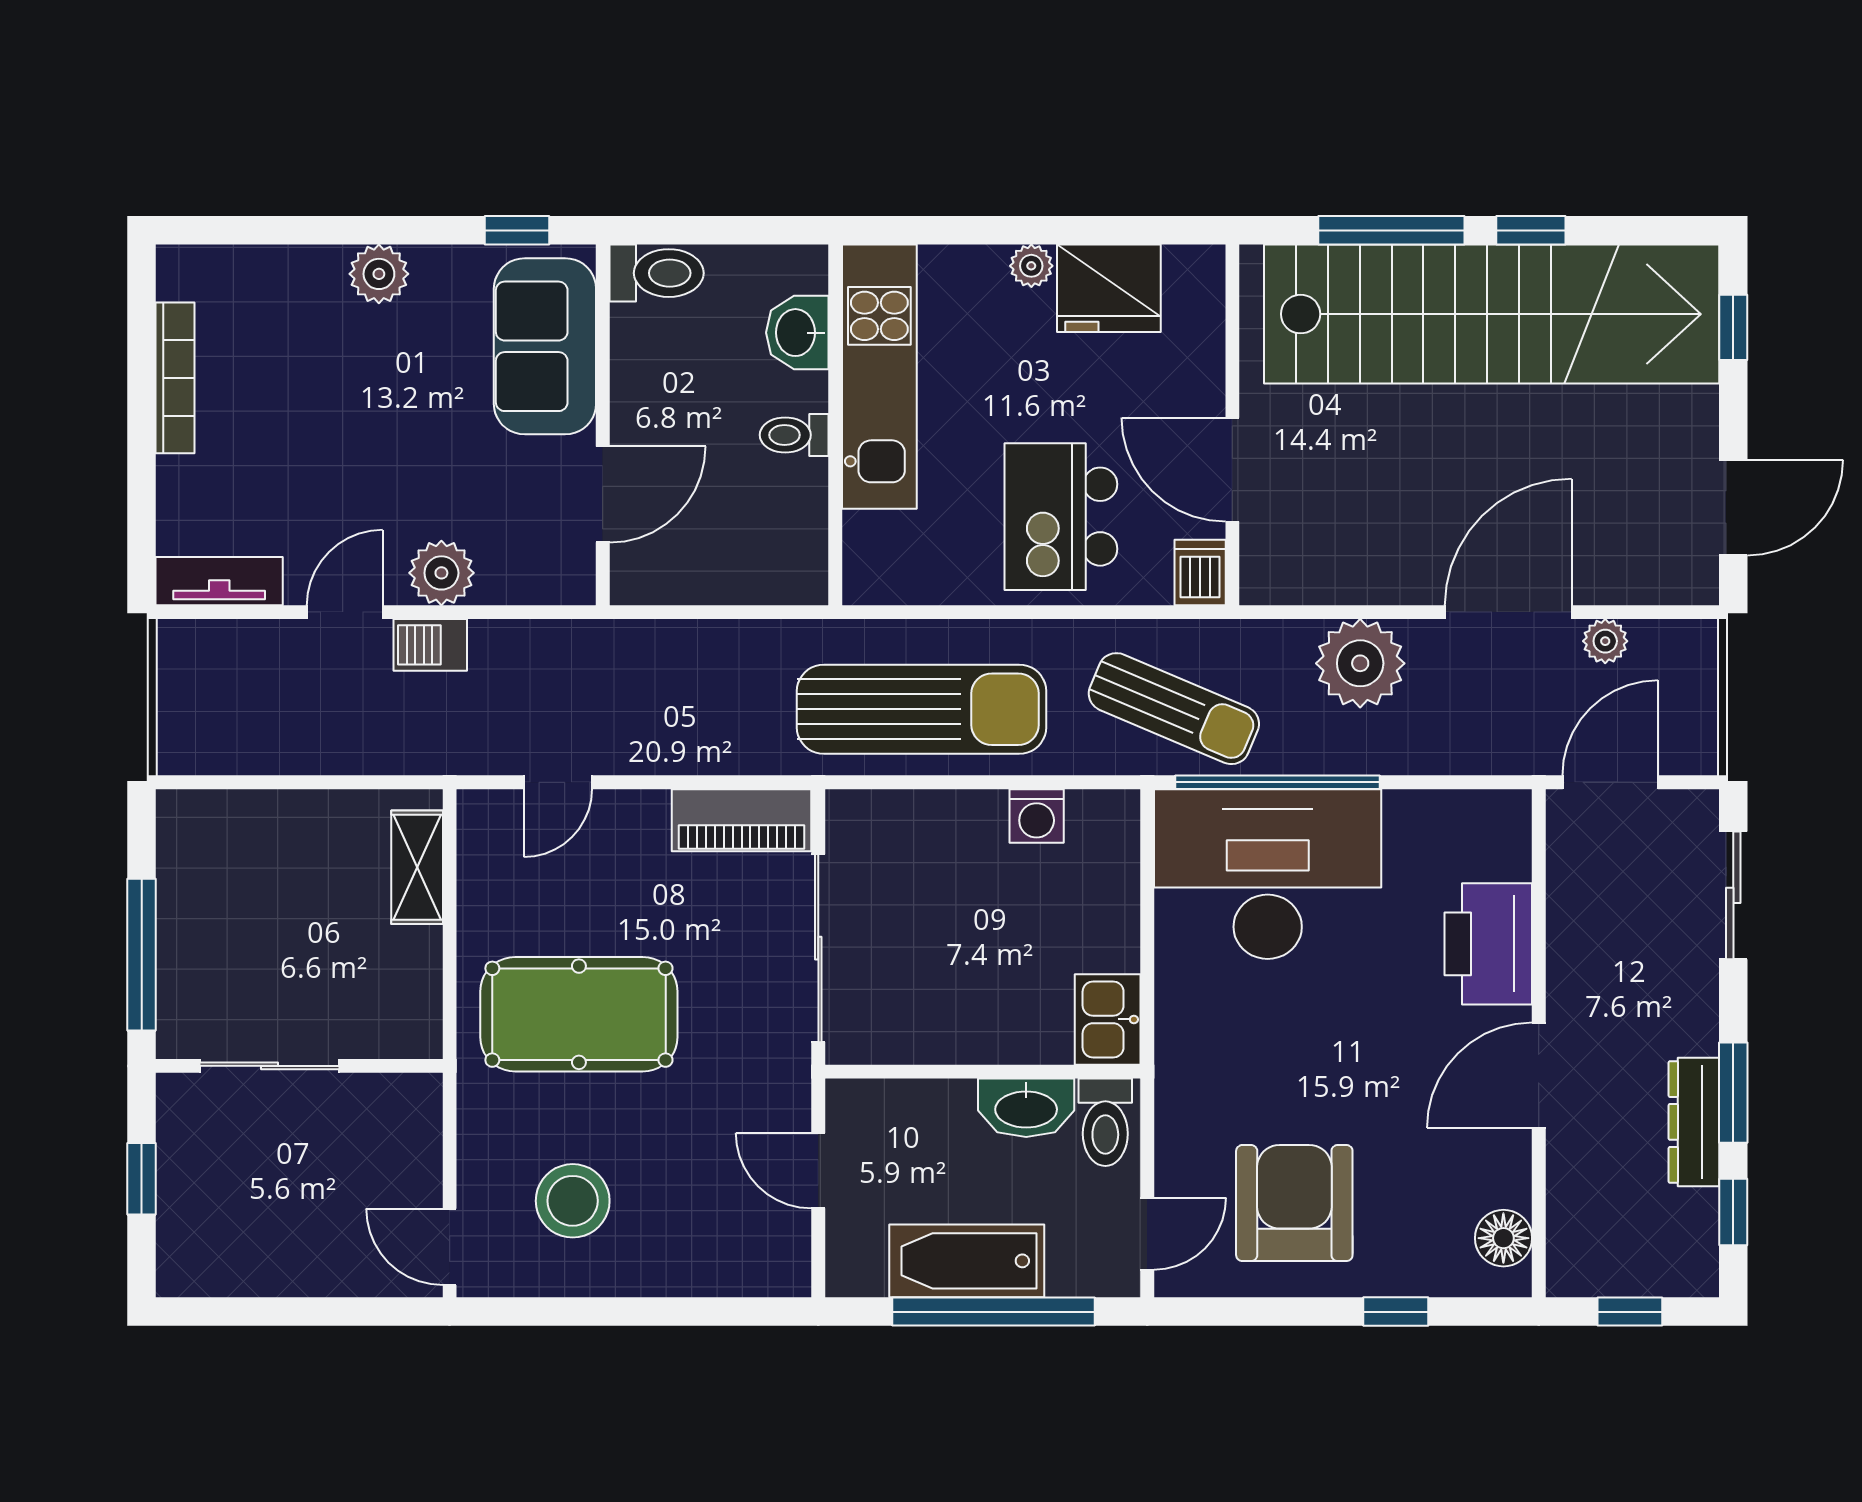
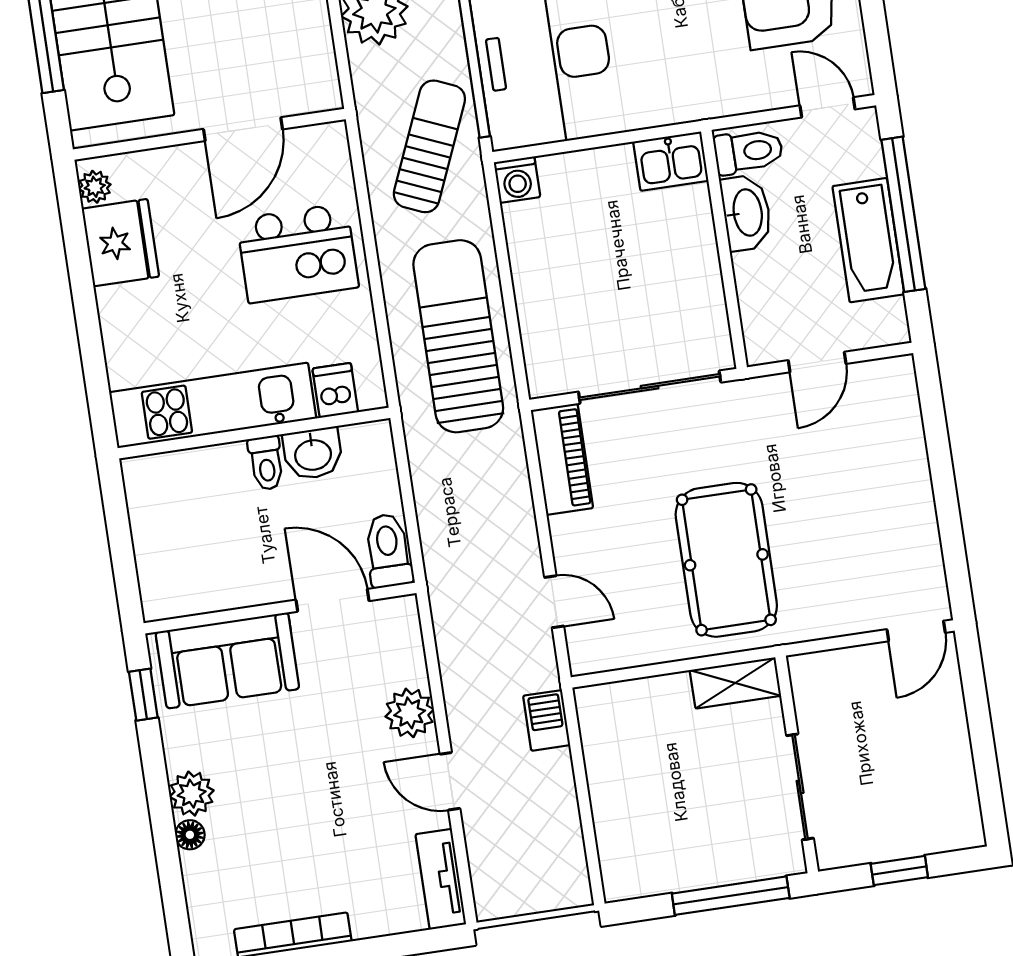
floor lamp: (326, 264) -> (190, 835), added
plant: (1031, 266) -> (95, 187), moved
toilet: (657, 273) -> (388, 551), moved
washbasin: (797, 333) -> (313, 454), moved
dishwasher: (1200, 572) -> (335, 390), moved, turned 90
barbecue: (430, 645) -> (547, 720), moved, turned 180
washing machine: (1037, 816) -> (517, 180), moved, turned 90
shelving: (417, 867) -> (735, 683), moved
stool: (573, 1201) -> (867, 544), removed

